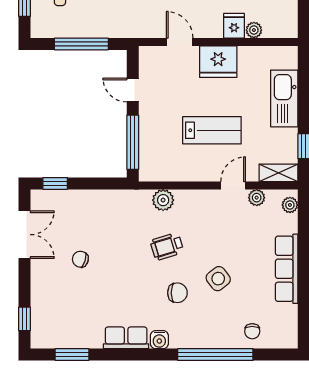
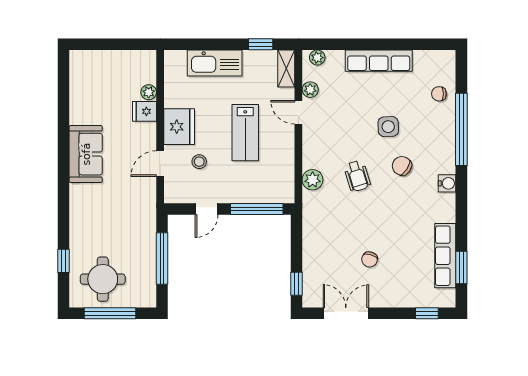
stool: (182, 82) -> (199, 162), added
lab bench: (212, 130) -> (245, 133), turned 180
side table: (218, 279) -> (388, 127), turned 36
chair: (177, 293) -> (402, 166), turned -56
chair: (252, 331) -> (439, 94), turned 180
row of seats: (126, 338) -> (445, 256), moved, width x1.48

